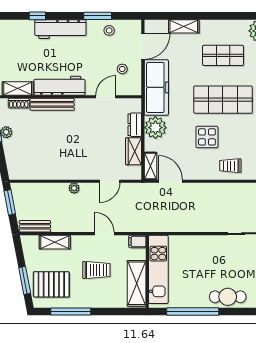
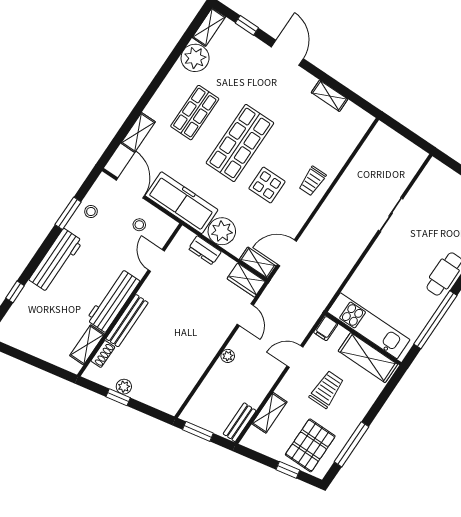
window: (37, 16) -> (15, 292), moved
wardrobe: (134, 151) -> (246, 280), moved
window: (25, 280) -> (288, 470), width x0.67

